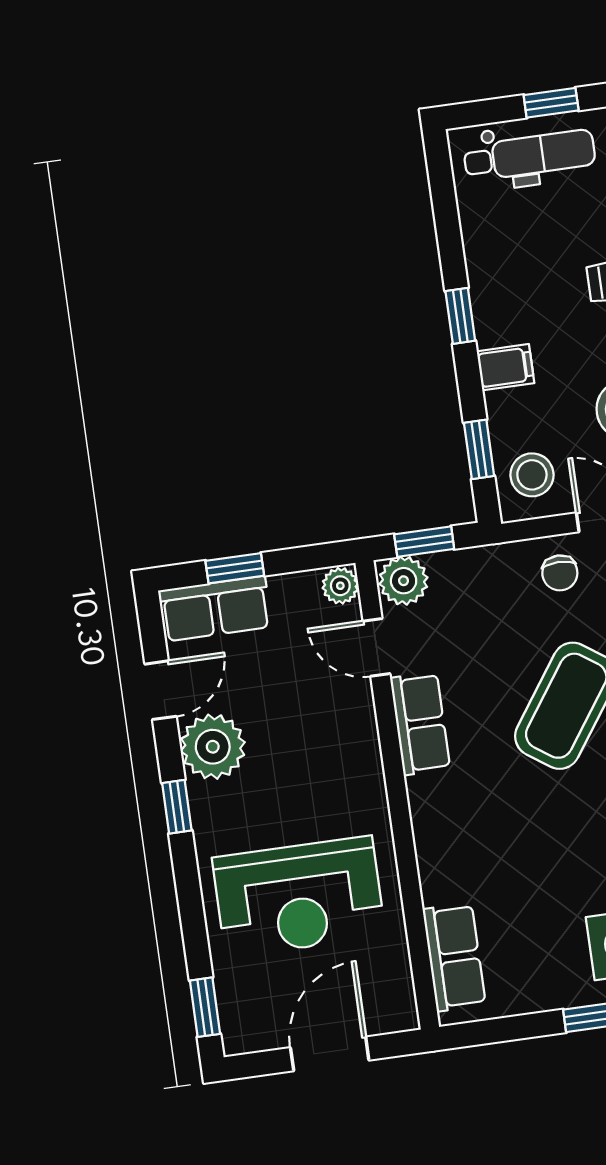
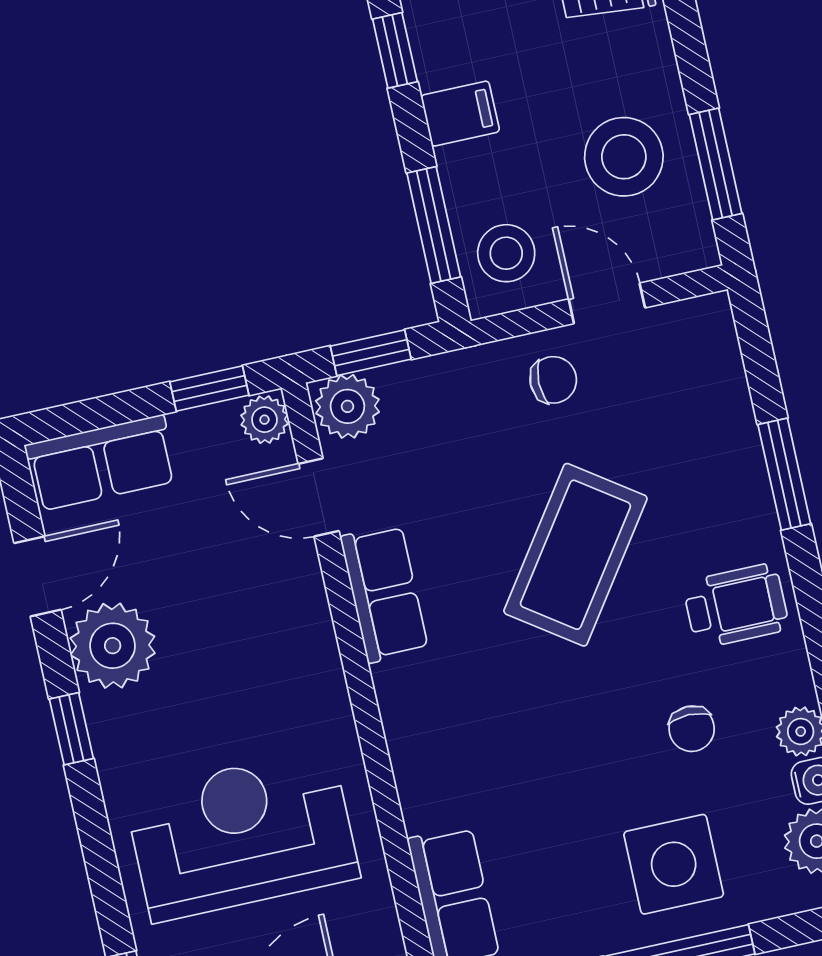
window: (479, 449) -> (434, 225), width x1.50
window: (235, 568) -> (209, 388), moved
chair: (560, 573) -> (553, 380), turned -90
reception desk: (299, 897) -> (242, 835), turned 180

